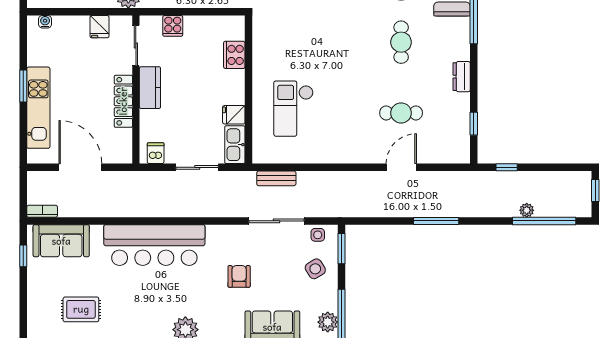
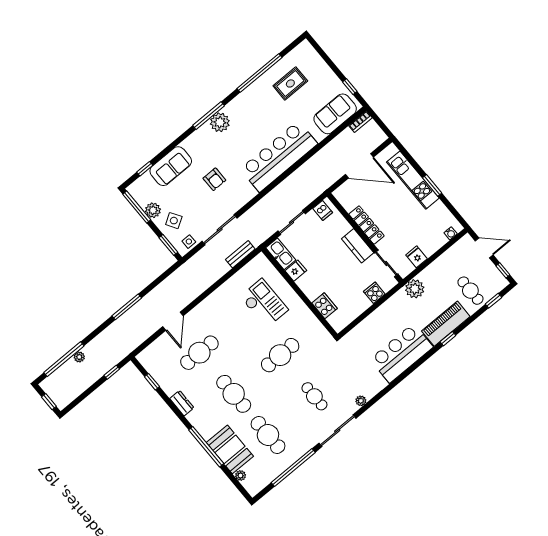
cafe table: (321, 42) -> (280, 355), added
cafe table: (401, 42) -> (234, 394), width x1.37, depth x1.35
cafe table: (401, 113) -> (199, 353), width x1.37, depth x1.35
plant: (328, 322) -> (153, 210), moved

